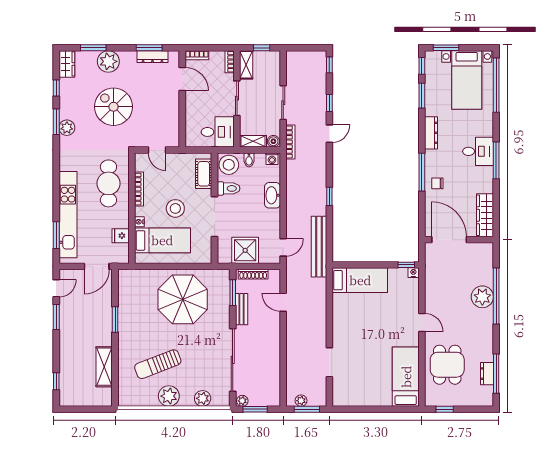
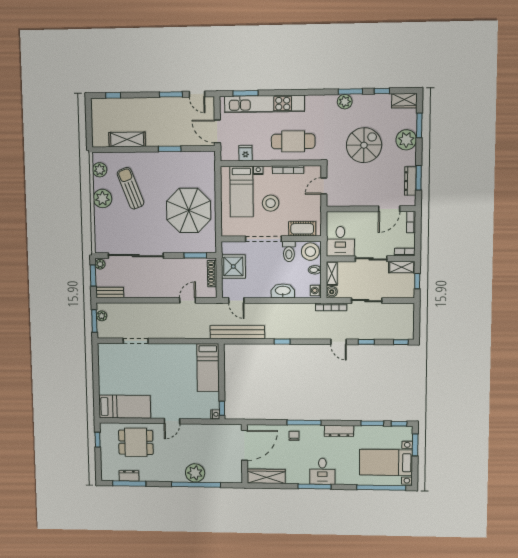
bench: (242, 309) -> (110, 293), moved
plant: (203, 398) -> (100, 170), moved

